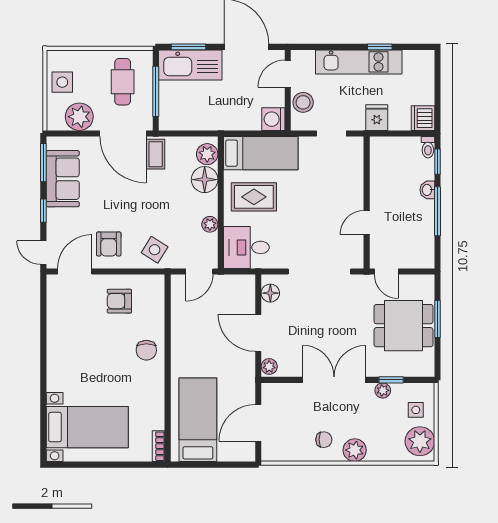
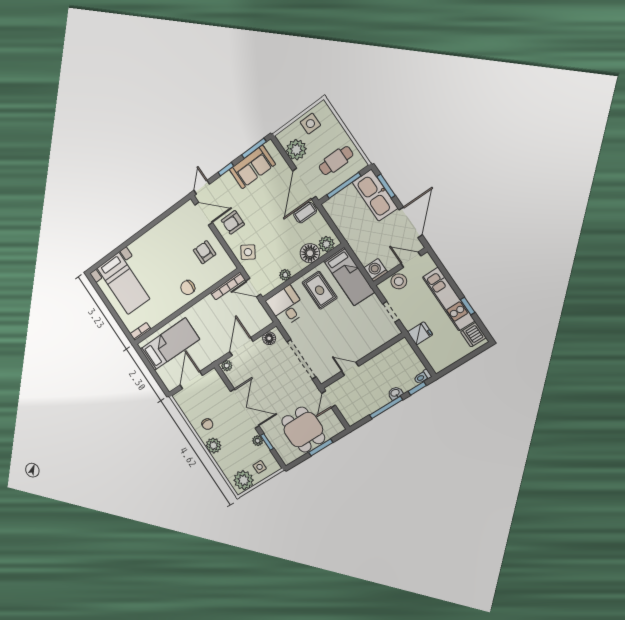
dishwasher: (423, 118) -> (473, 335), moved, turned -90
bookcase: (177, 300) -> (228, 286), added
door: (258, 423) -> (191, 380), hinge flipped

